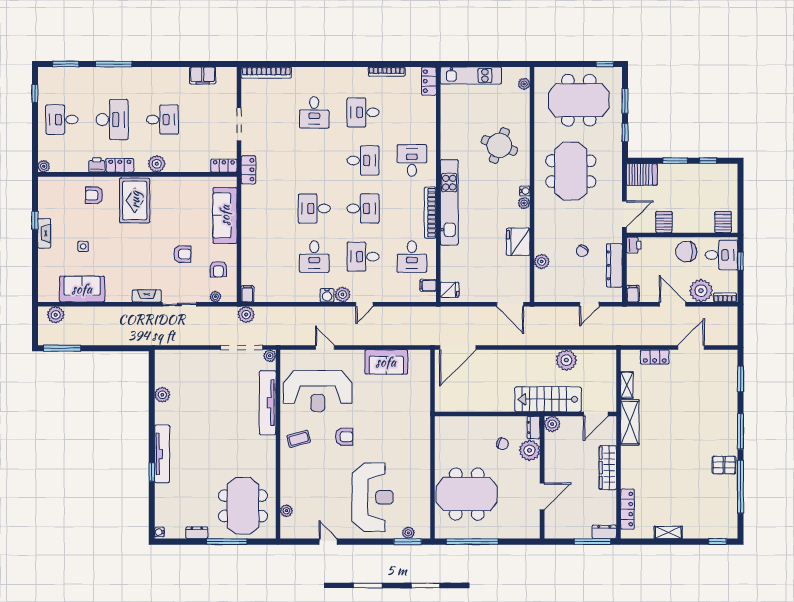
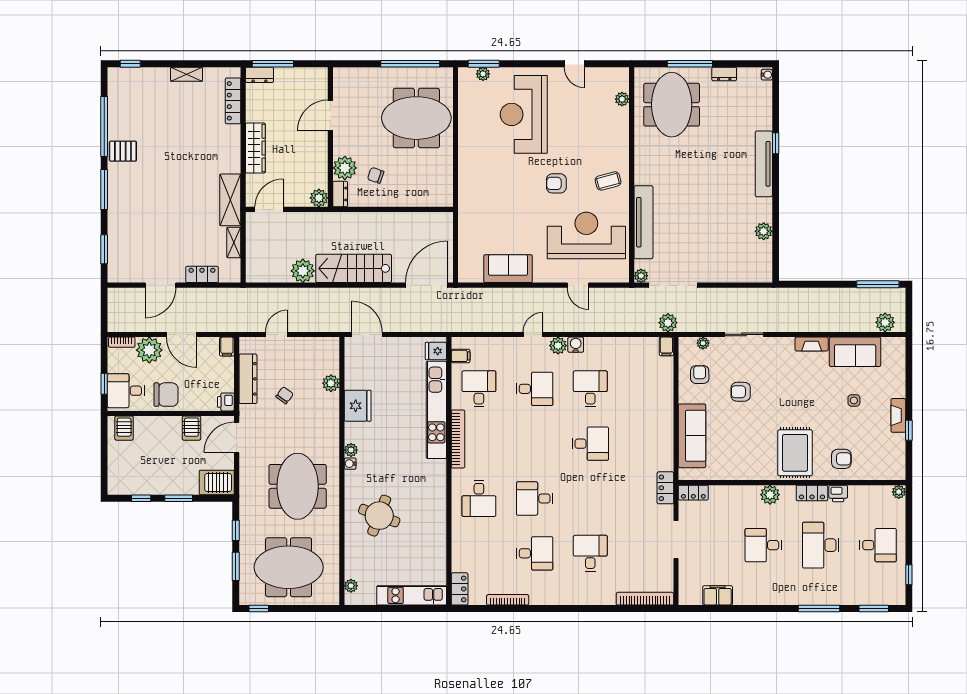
kitchen unit: (449, 202) -> (436, 410), moved
desk: (363, 209) -> (535, 444), removed
fireplace: (147, 296) -> (812, 344), moved
stairs: (548, 399) -> (354, 268), moved, turned 180

